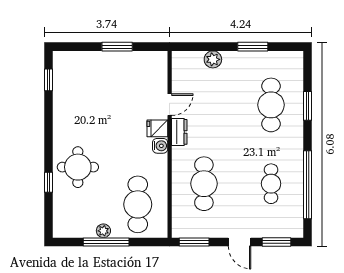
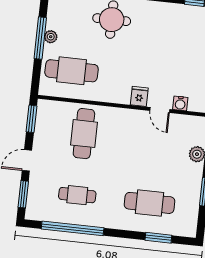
window: (308, 106) -> (158, 238), moved
dresser: (179, 132) -> (134, 116), removed
water cooler: (160, 146) -> (180, 103), moved
cafe table: (204, 184) -> (84, 134), turned 90

